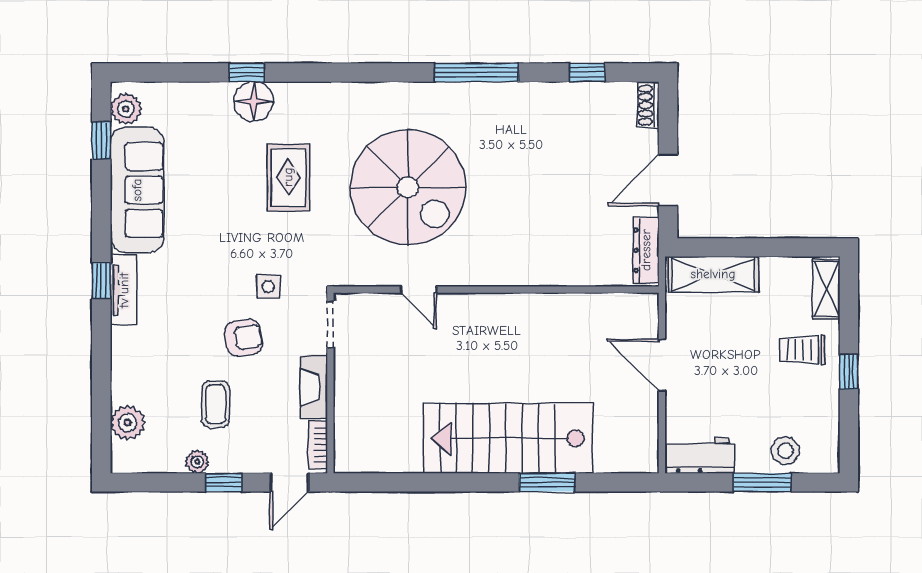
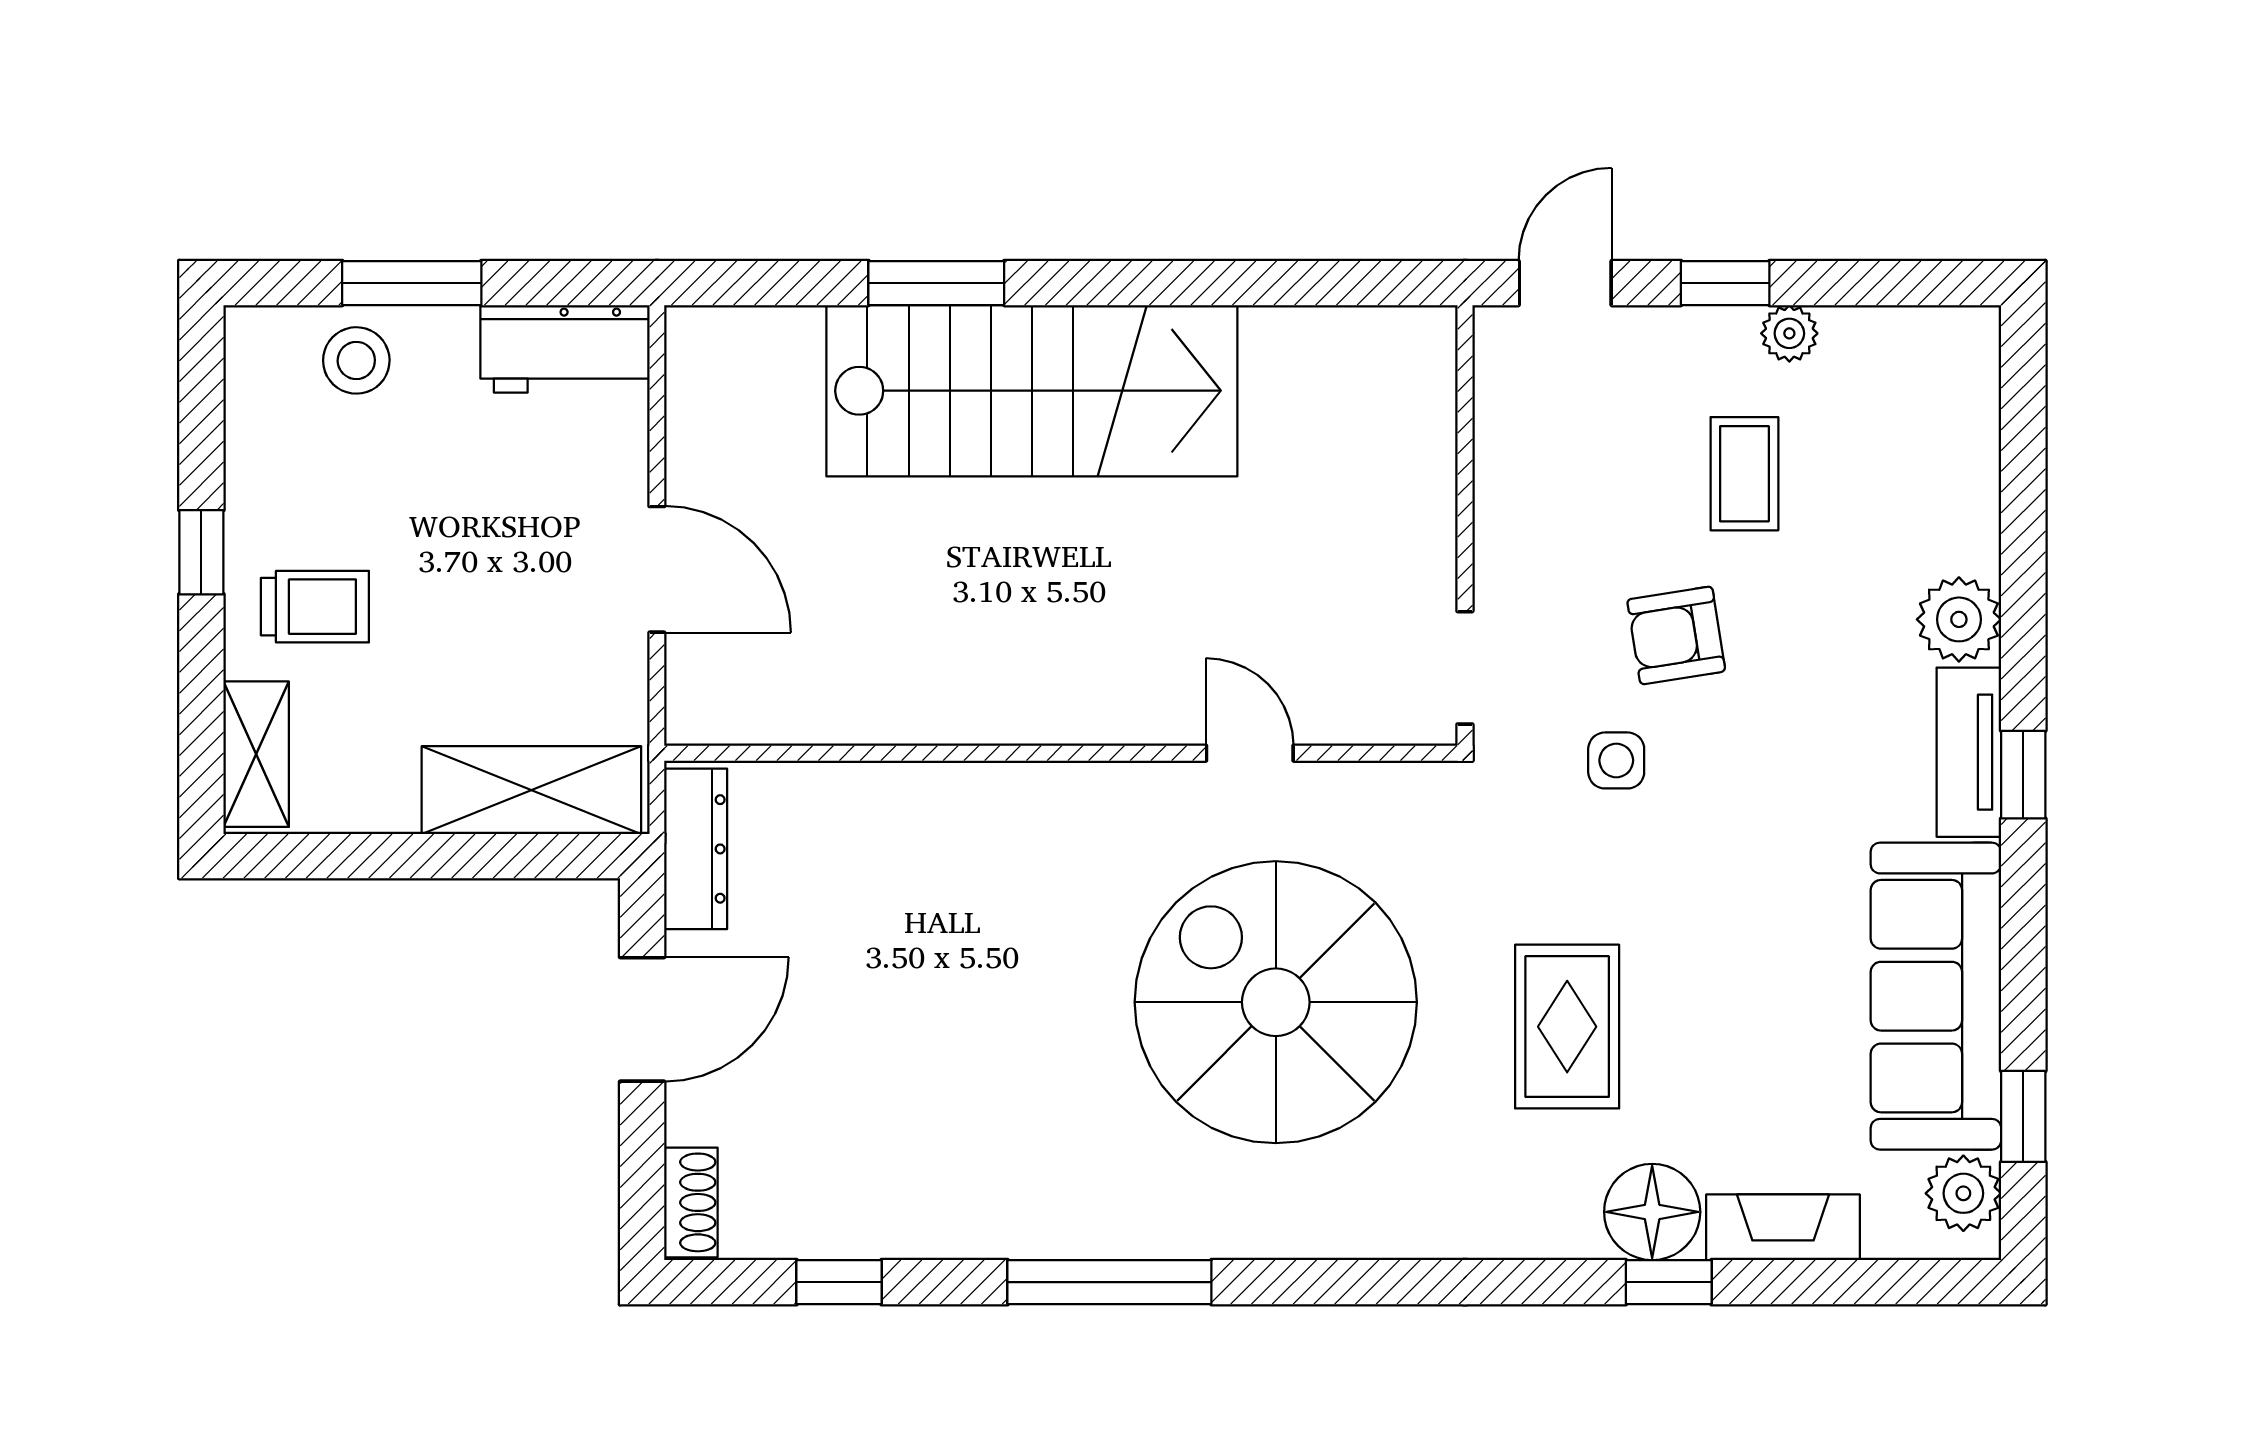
fireplace: (314, 387) -> (1783, 1227), moved, turned -90
plant: (128, 423) -> (1959, 619), moved
bookcase: (318, 445) -> (1495, 375), removed

